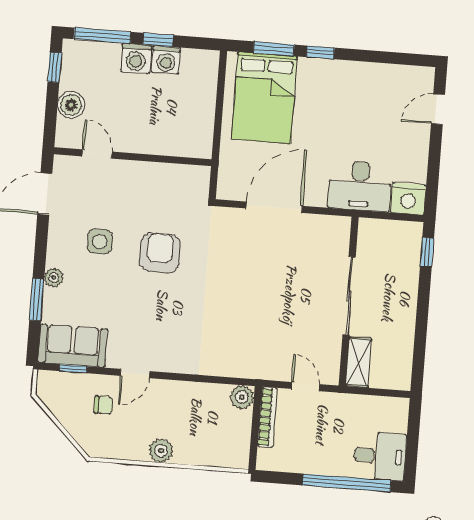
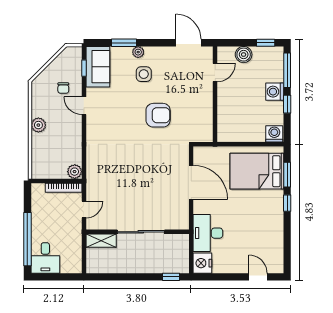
washing machine: (166, 60) -> (274, 134), moved, turned 90
side table: (100, 241) -> (144, 74), moved

